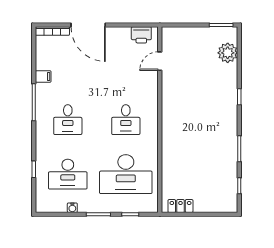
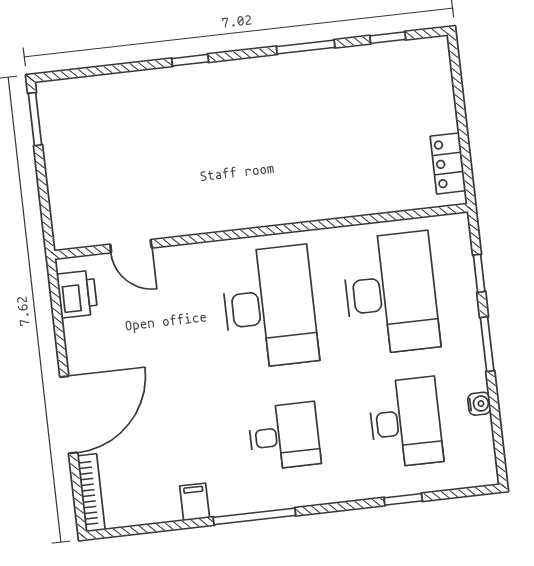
plant: (228, 53) -> (95, 97), removed
desk: (126, 120) -> (270, 307), width x1.87, depth x1.30

